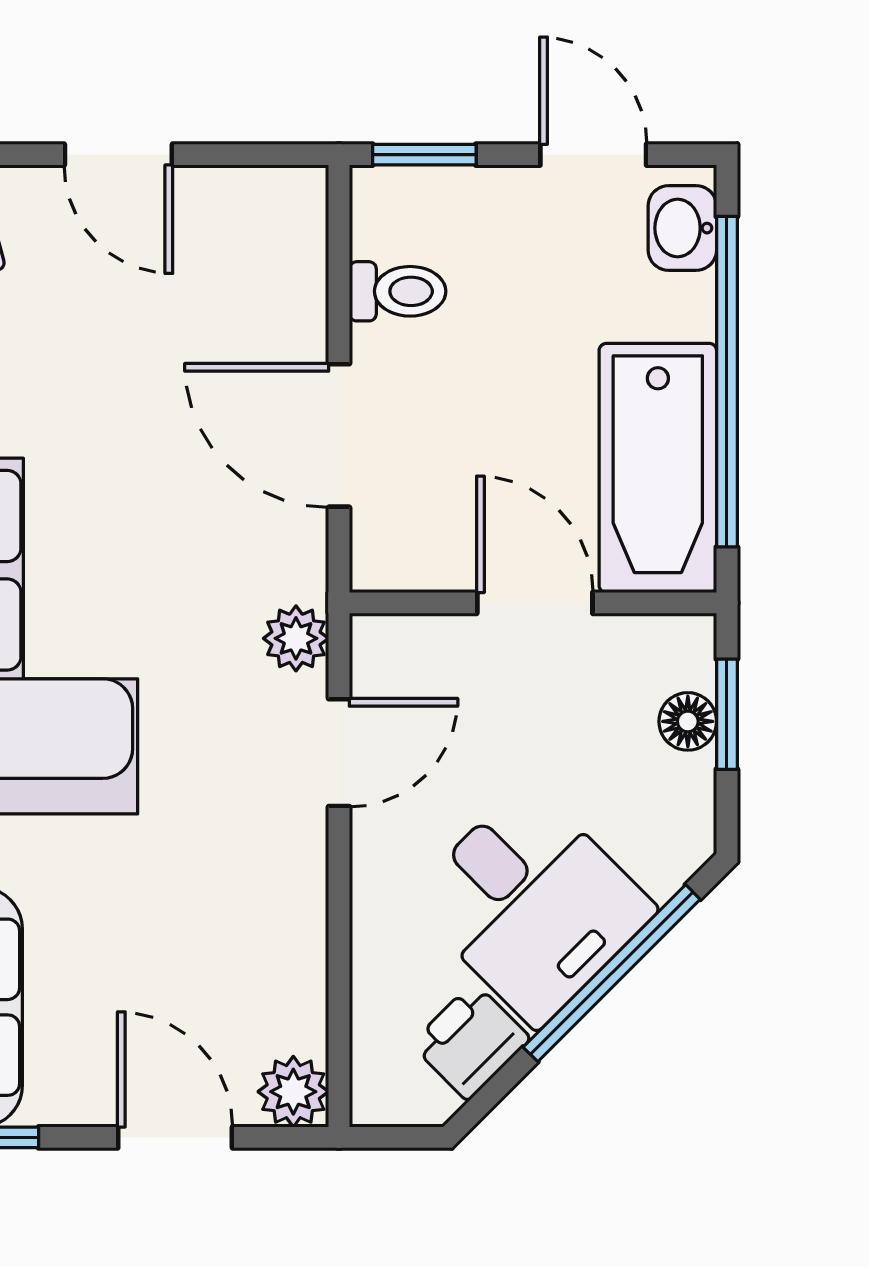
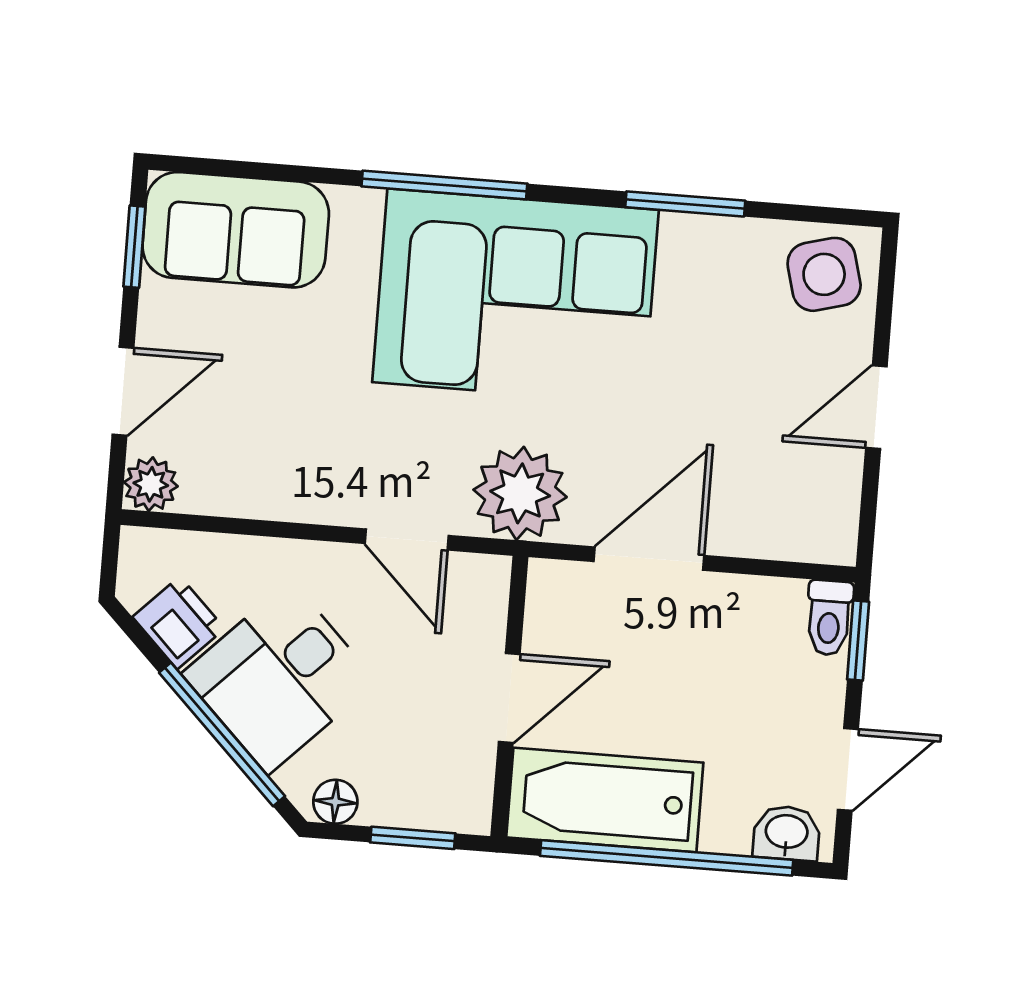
toilet: (398, 291) -> (829, 618), moved
plant: (296, 638) -> (520, 493), width x1.87, depth x1.87
floor lamp: (688, 721) -> (335, 802), moved

